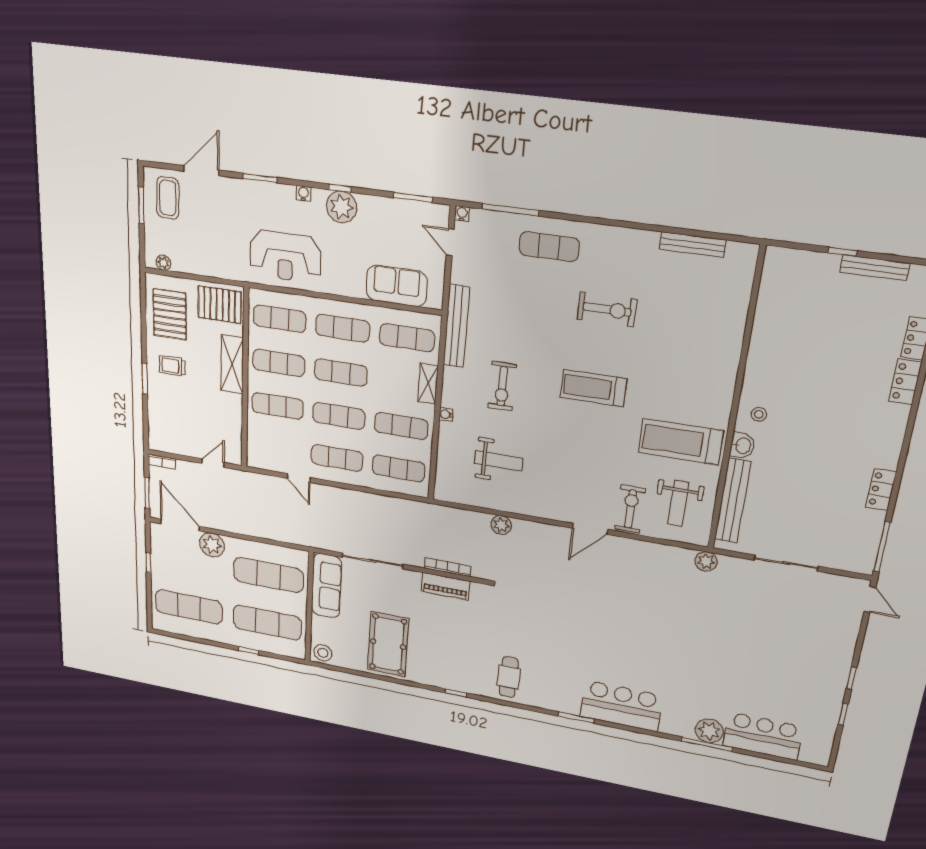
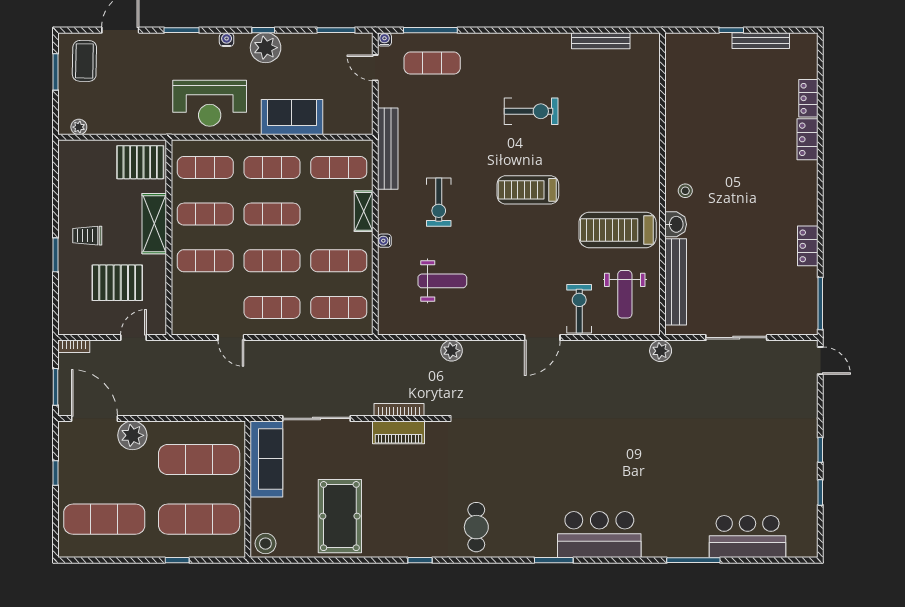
exercise mat: (549, 247) -> (432, 63), moved
sofa: (396, 286) -> (292, 117), moved
pallet: (170, 314) -> (117, 283), moved, turned 90
plant: (709, 731) -> (693, 543), removed

